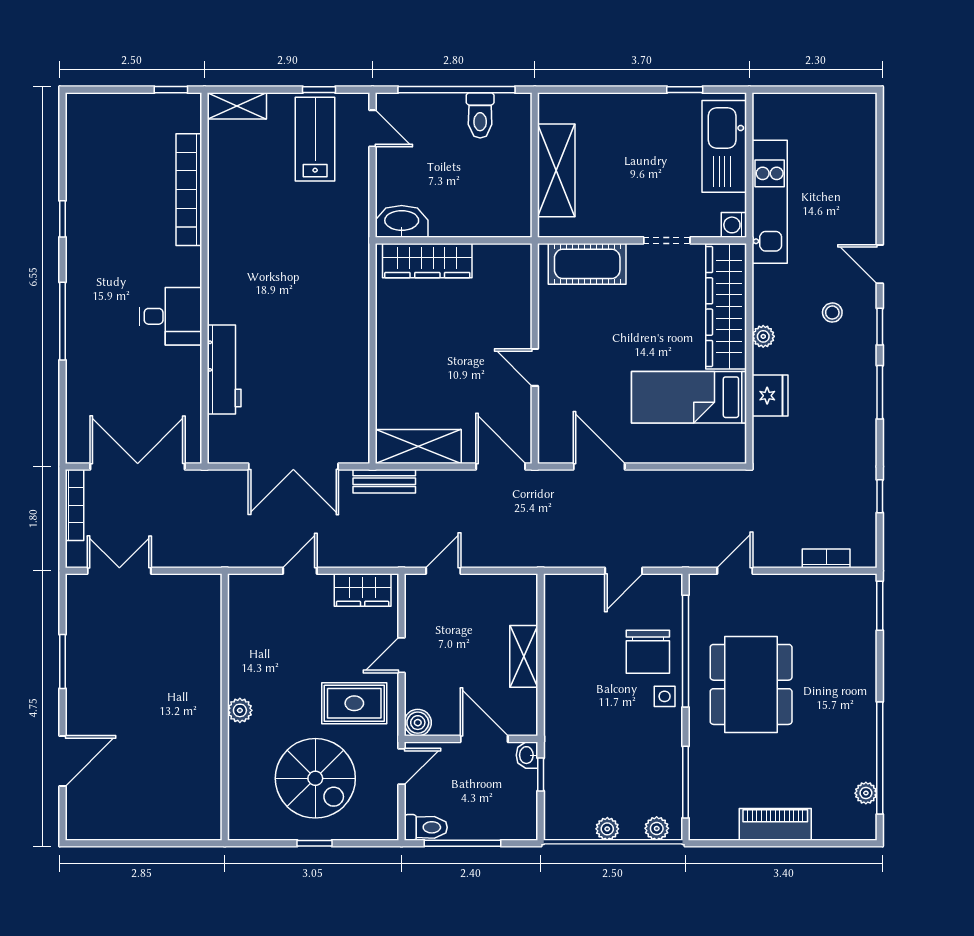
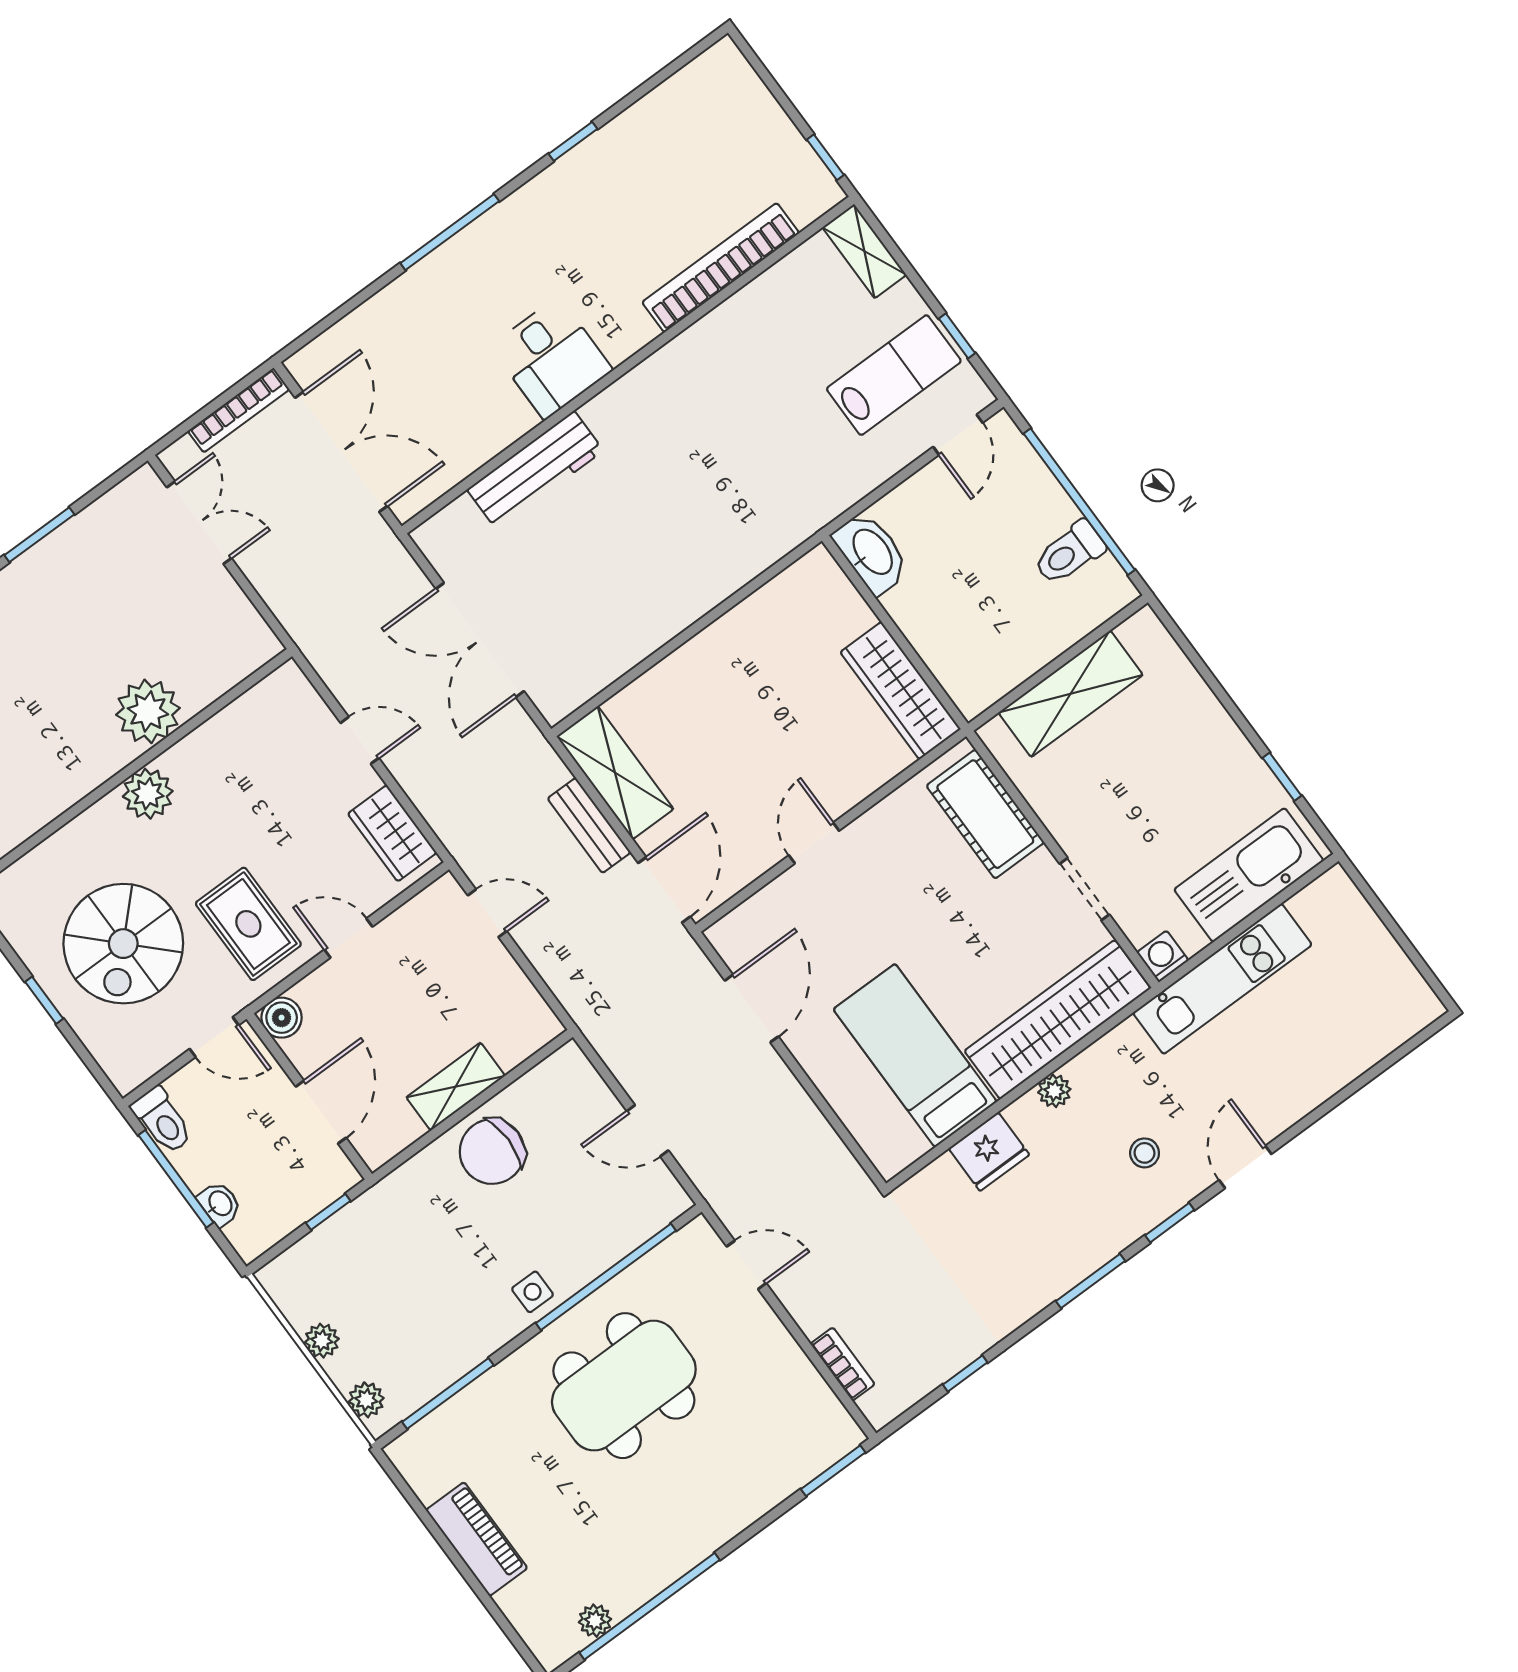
wardrobe: (427, 261) -> (900, 691), moved
bench: (384, 481) -> (589, 825), moved
chair: (648, 652) -> (492, 1152), moved
plant: (200, 673) -> (148, 711), added
plant: (240, 710) -> (148, 794), width x1.38, depth x1.38
washbasin: (527, 755) -> (220, 1204), moved, turned 90

